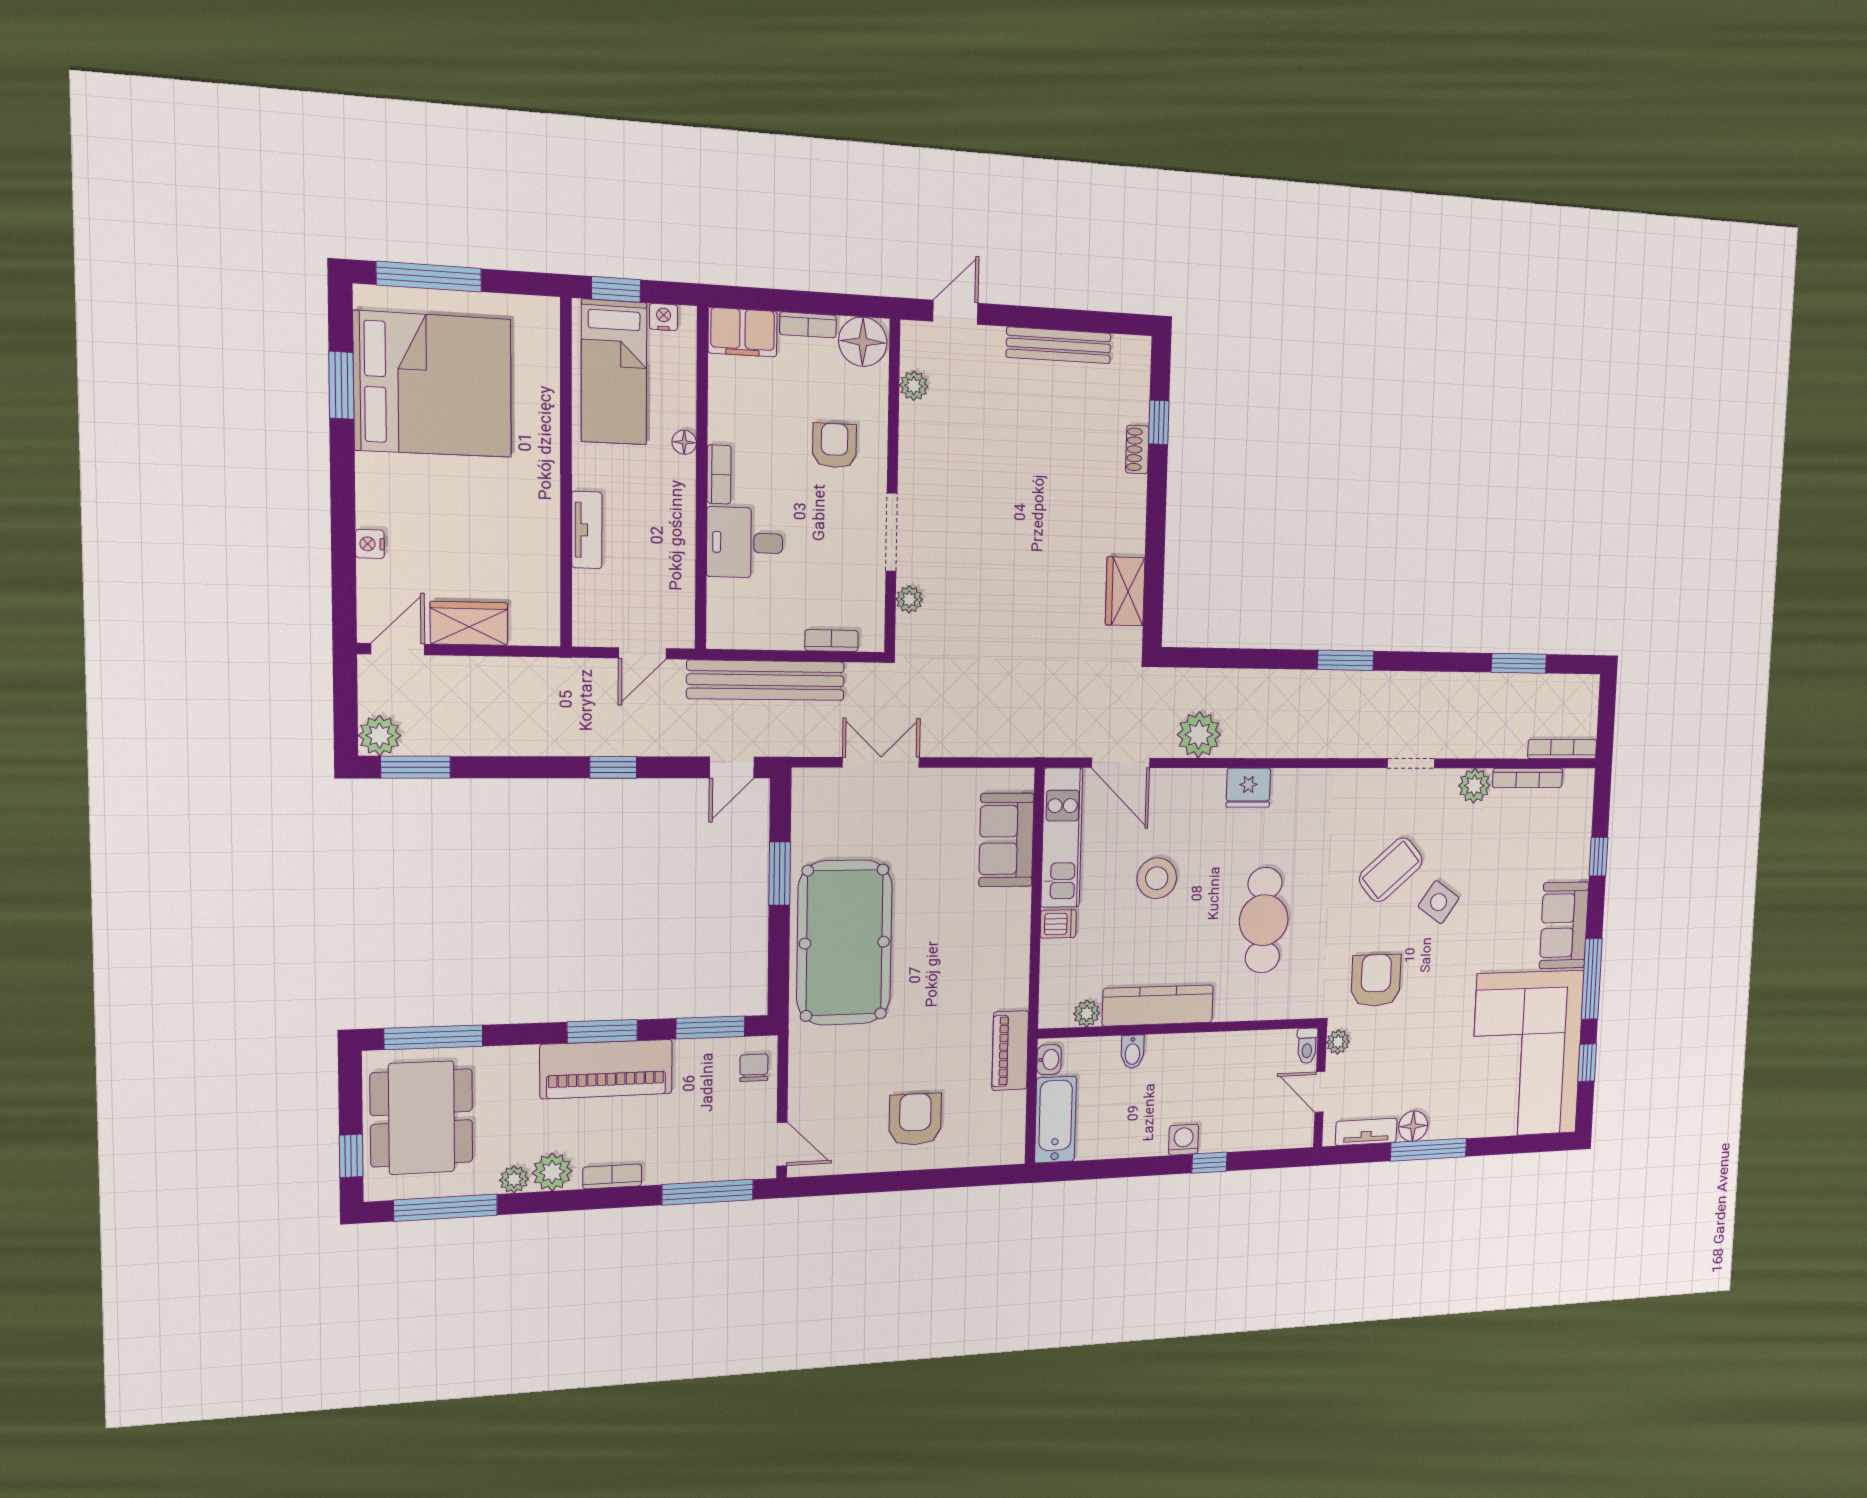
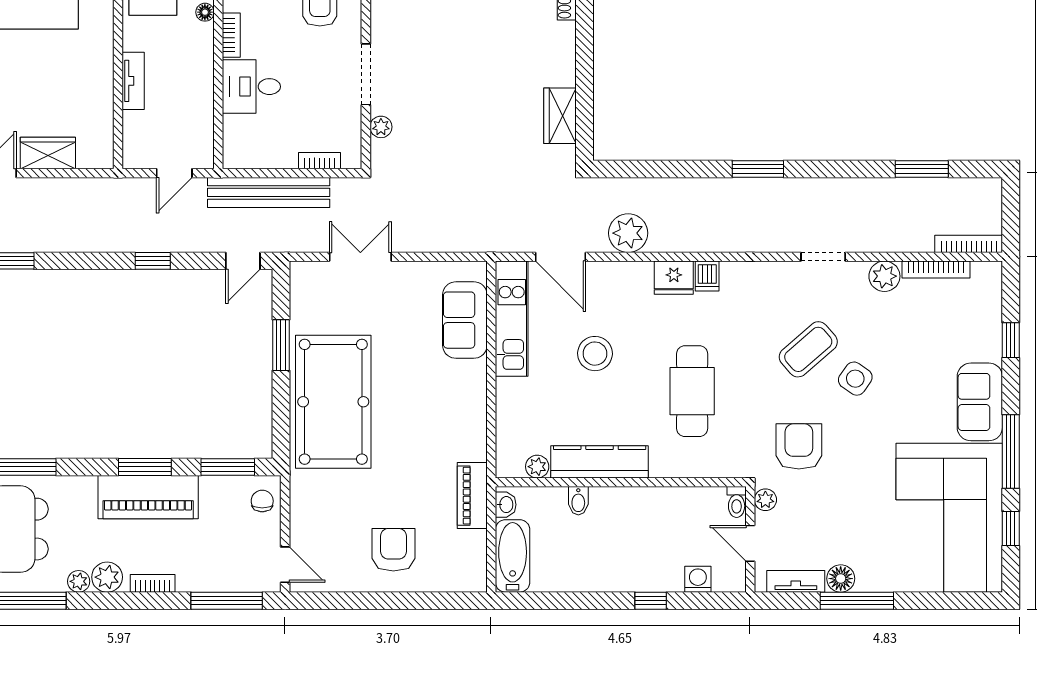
dishwasher: (1058, 924) -> (707, 276), moved, turned 90
washing machine: (1184, 1140) -> (698, 579), moved

